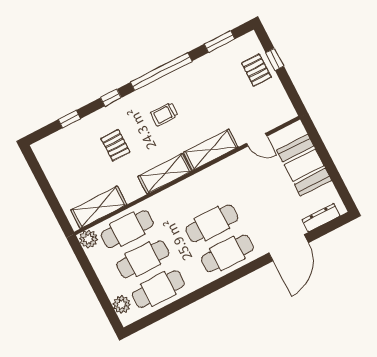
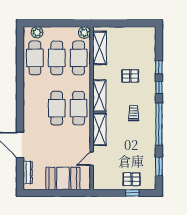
window: (69, 119) -> (159, 67), moved
cafe table: (227, 253) -> (79, 108), moved

